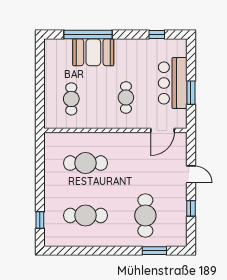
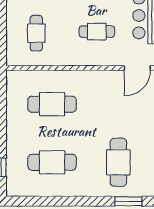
cafe table: (126, 97) -> (97, 32), turned 90

